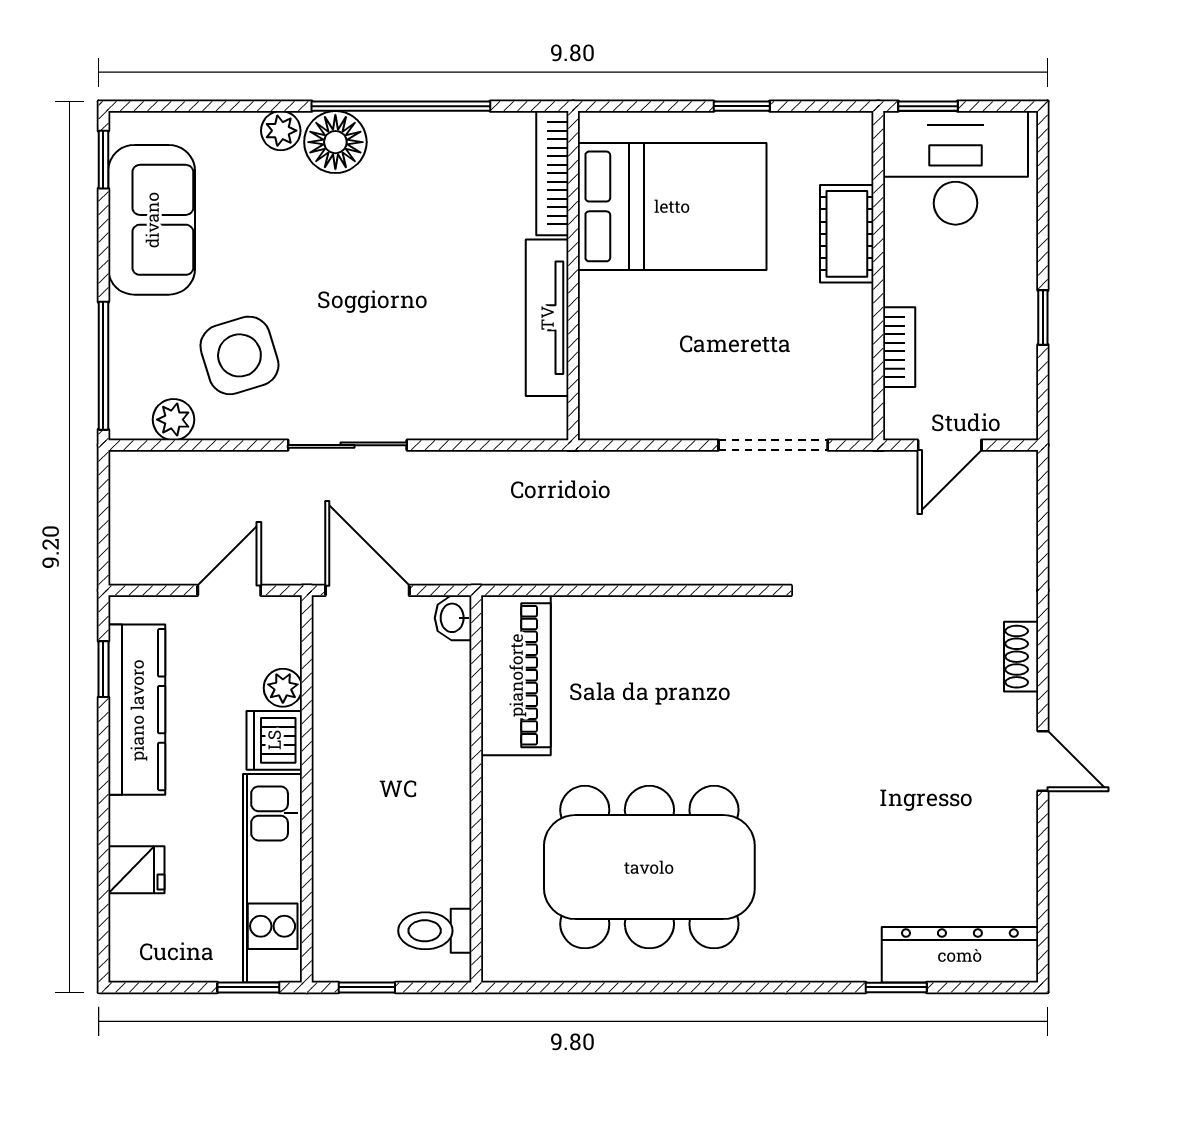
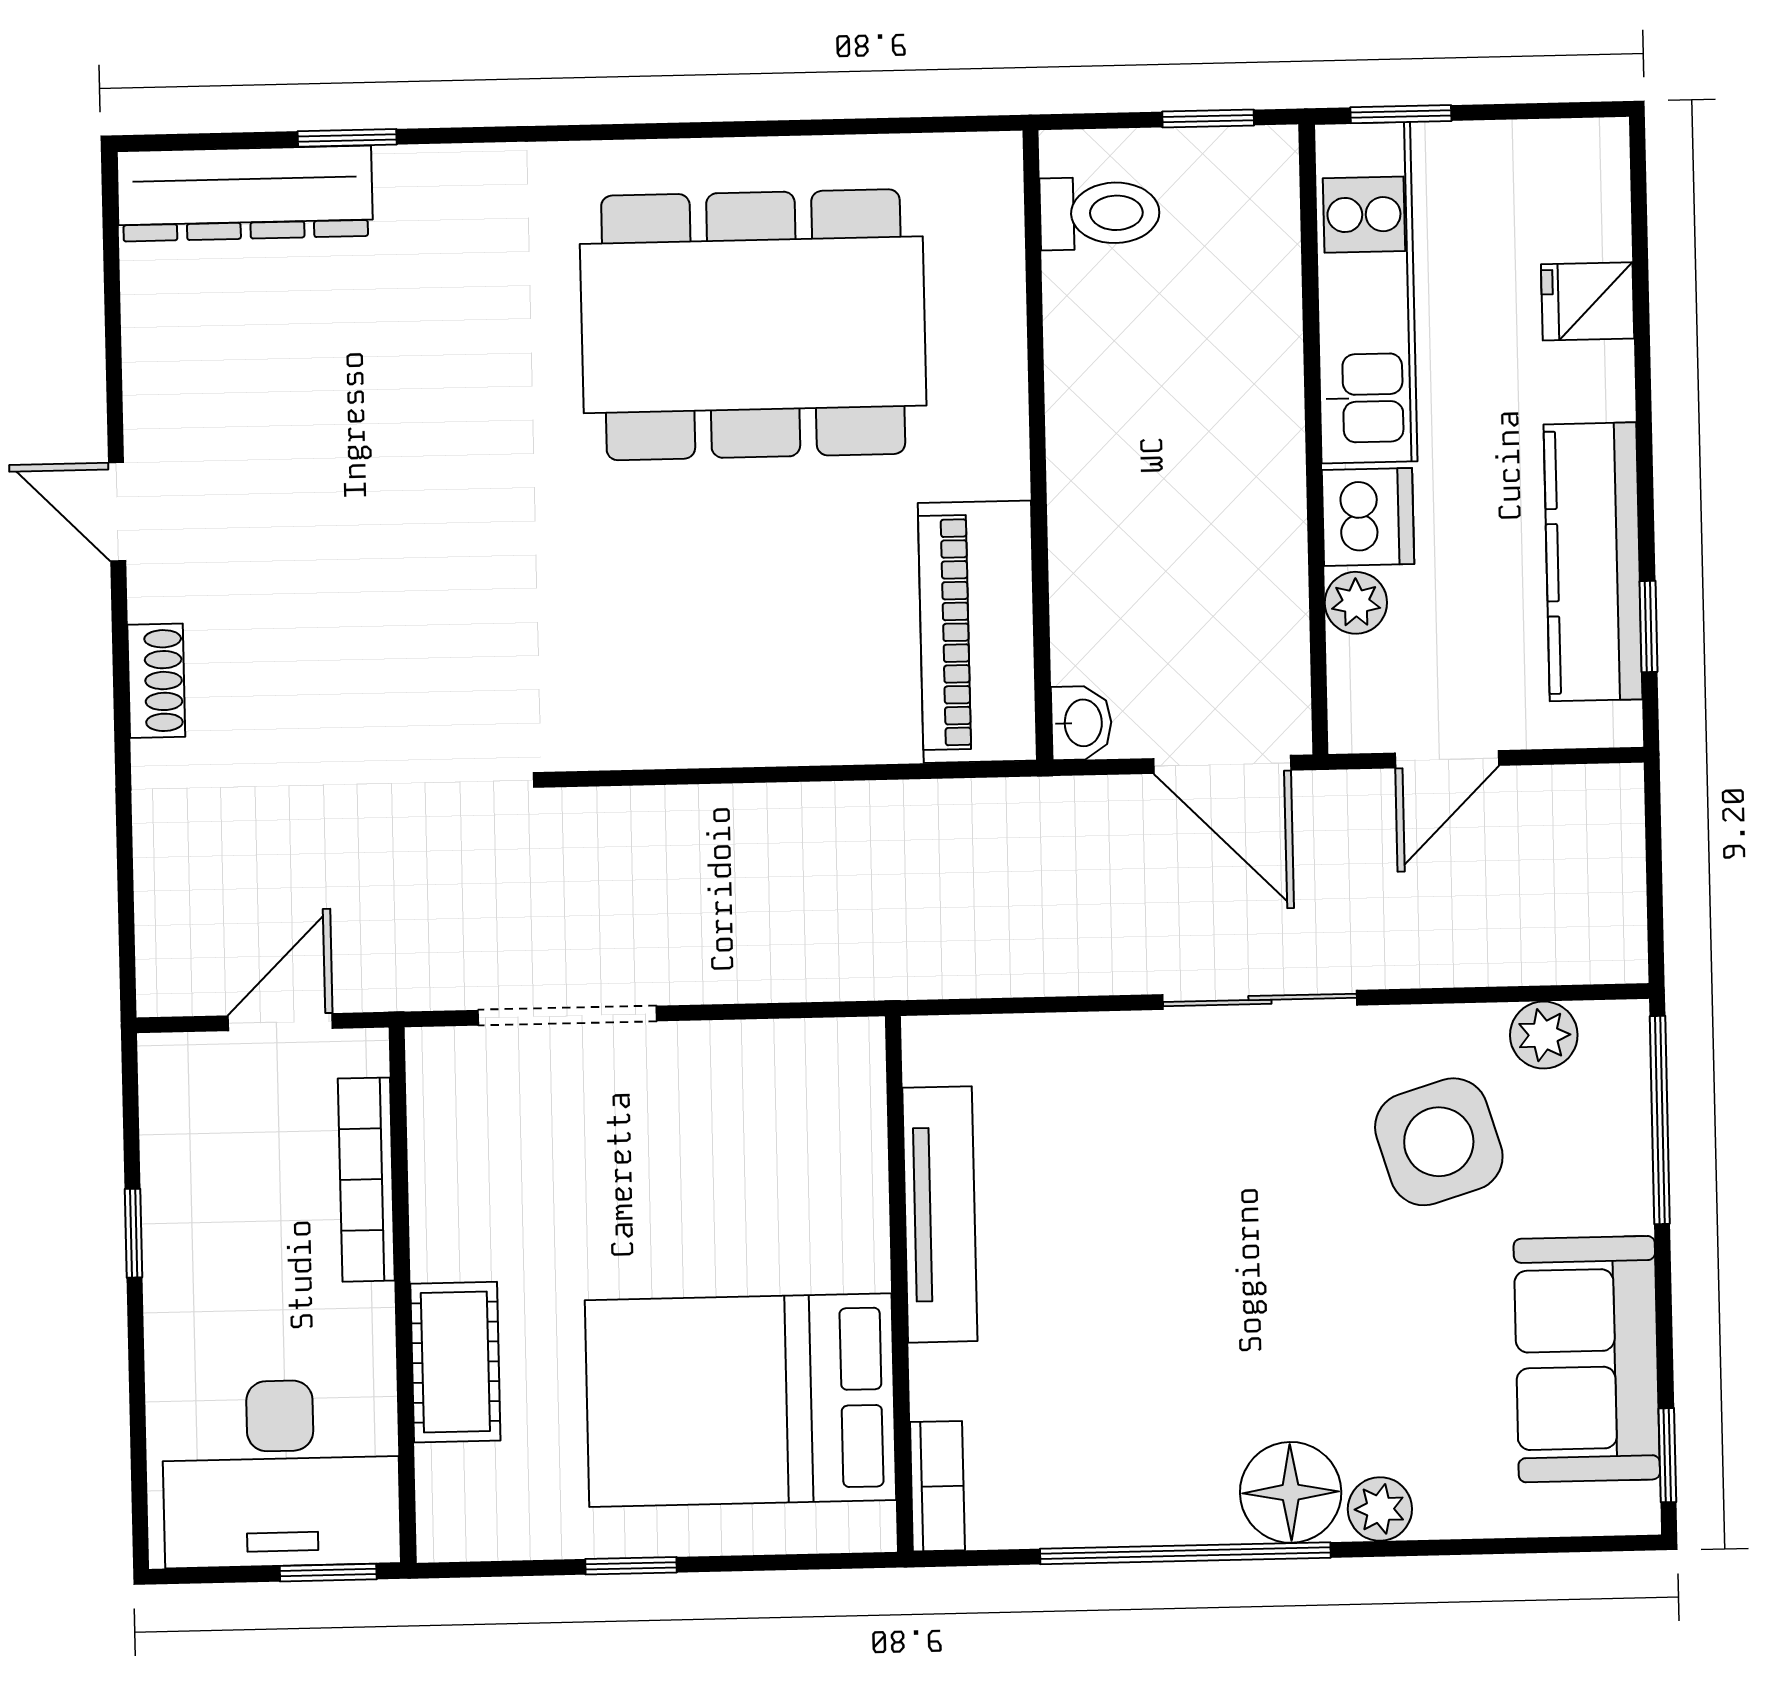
bookcase: (552, 173) -> (937, 1486), width x0.64
bookcase: (899, 347) -> (366, 1180), width x1.56

